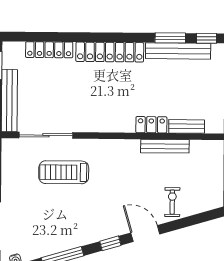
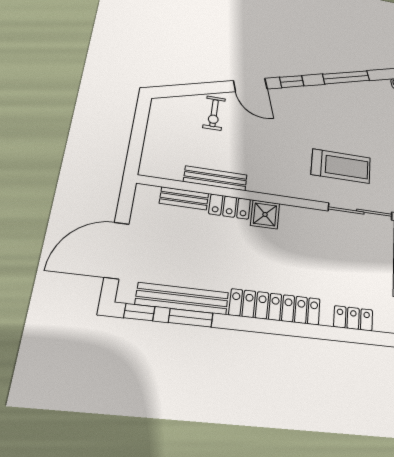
locker: (49, 50) -> (353, 318), width x0.66
shower: (123, 122) -> (265, 214), added

